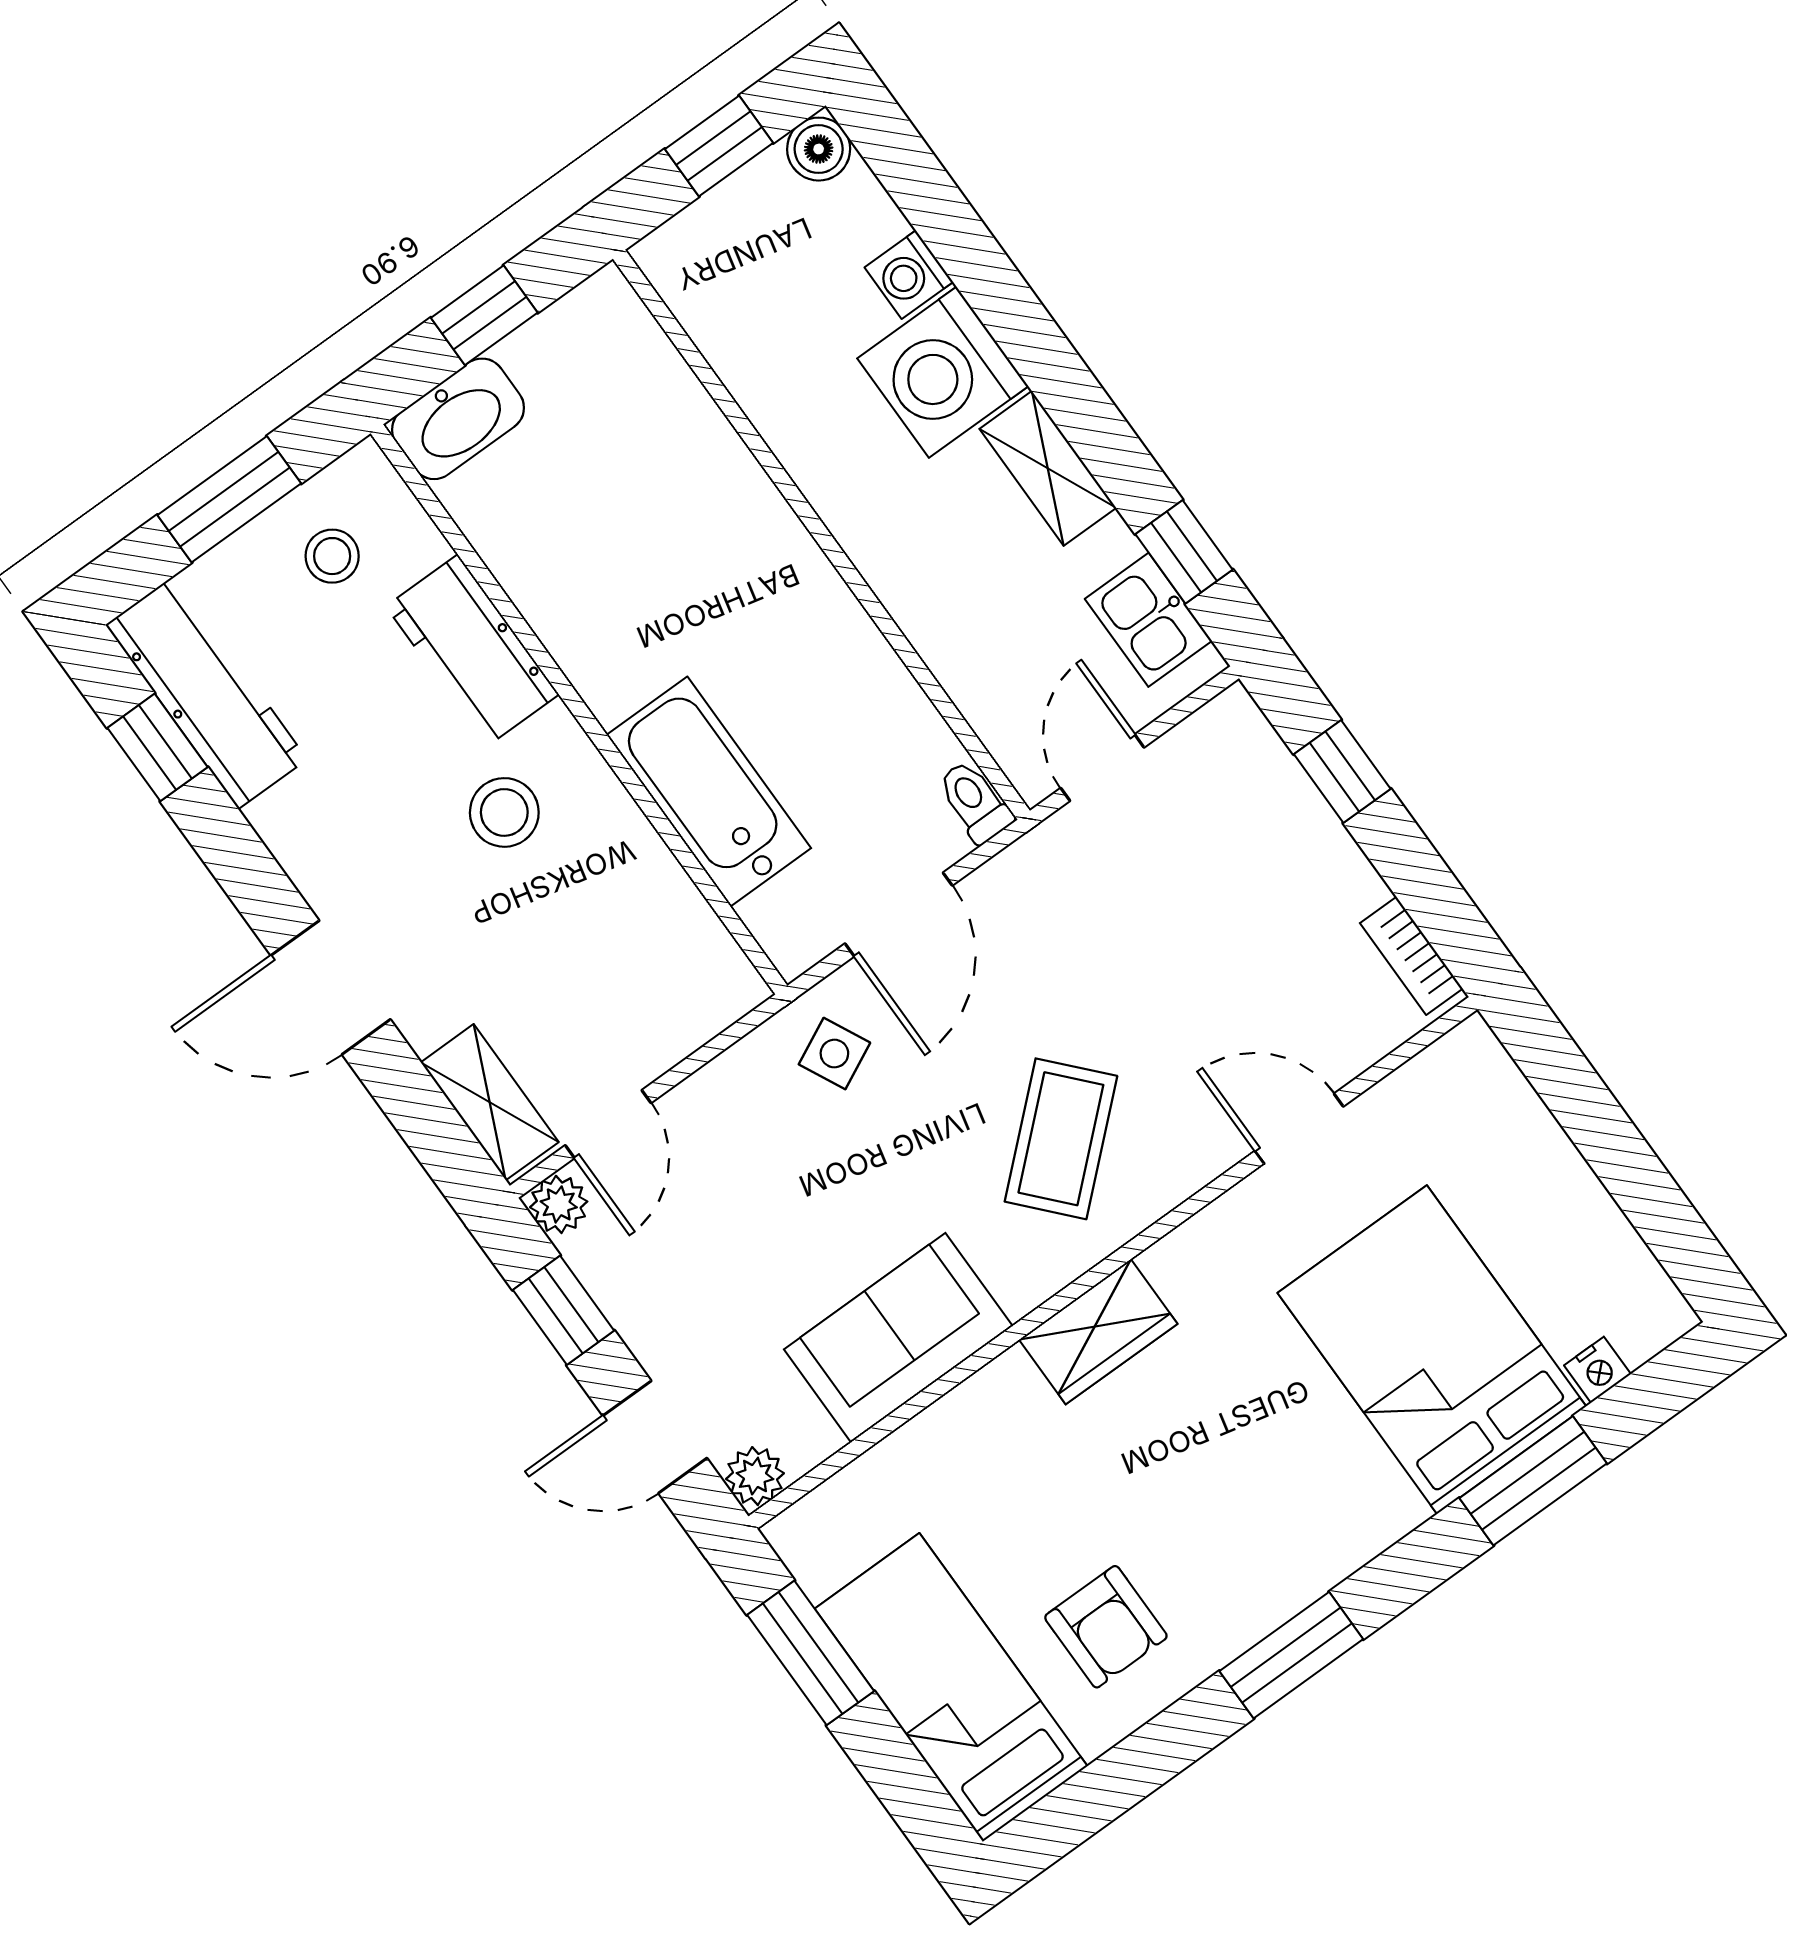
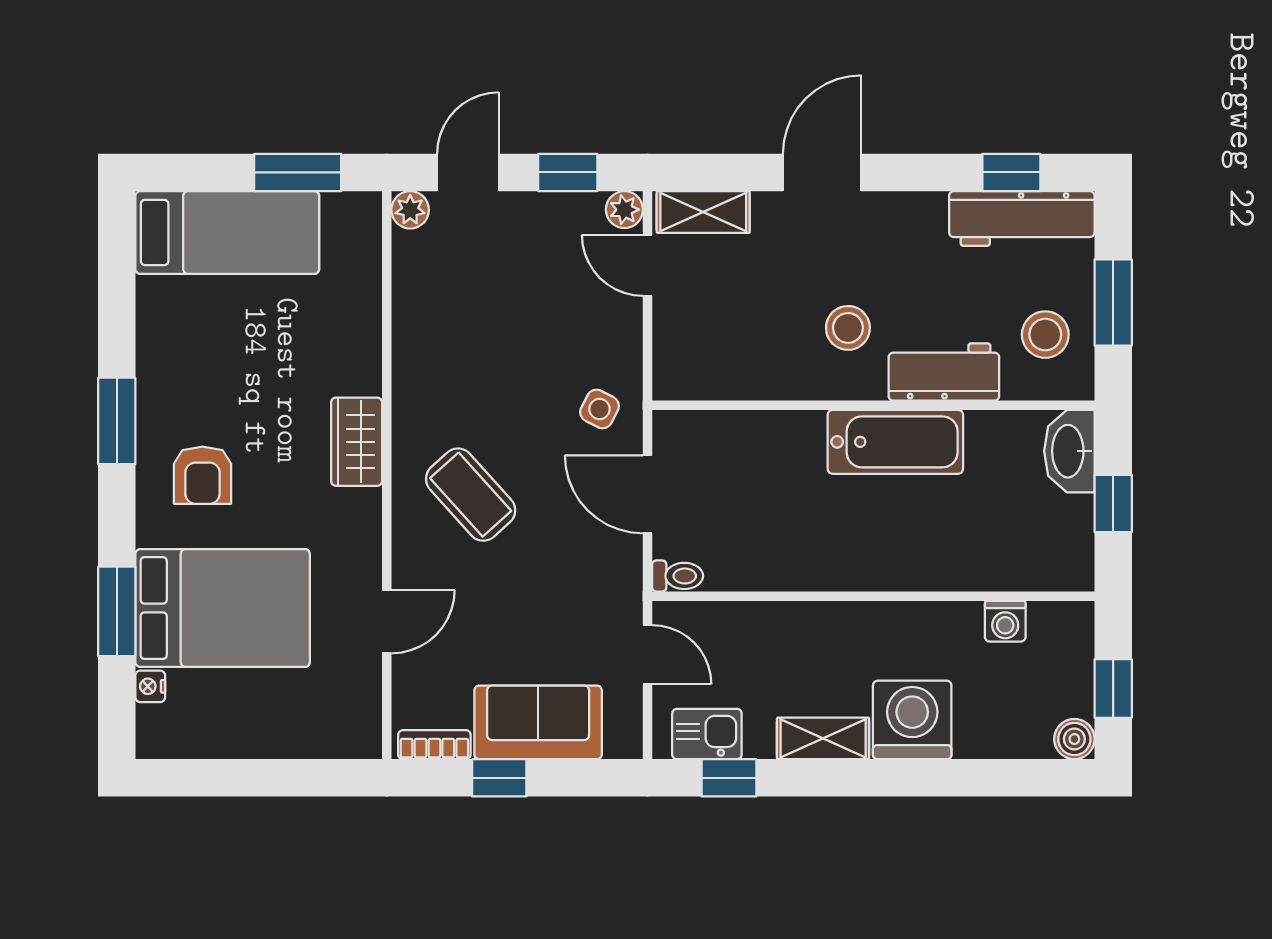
washing machine: (909, 275) -> (1005, 621), moved, turned 180
stool: (332, 556) -> (1045, 335), width x1.37, depth x1.37
window: (1342, 771) -> (499, 778), moved
bathtub: (709, 791) -> (895, 442), moved
side table: (834, 1054) -> (600, 409), turned -37
sofa: (898, 1338) -> (538, 722), moved, turned -90
armchair: (1106, 1627) -> (203, 475), moved, turned -90

